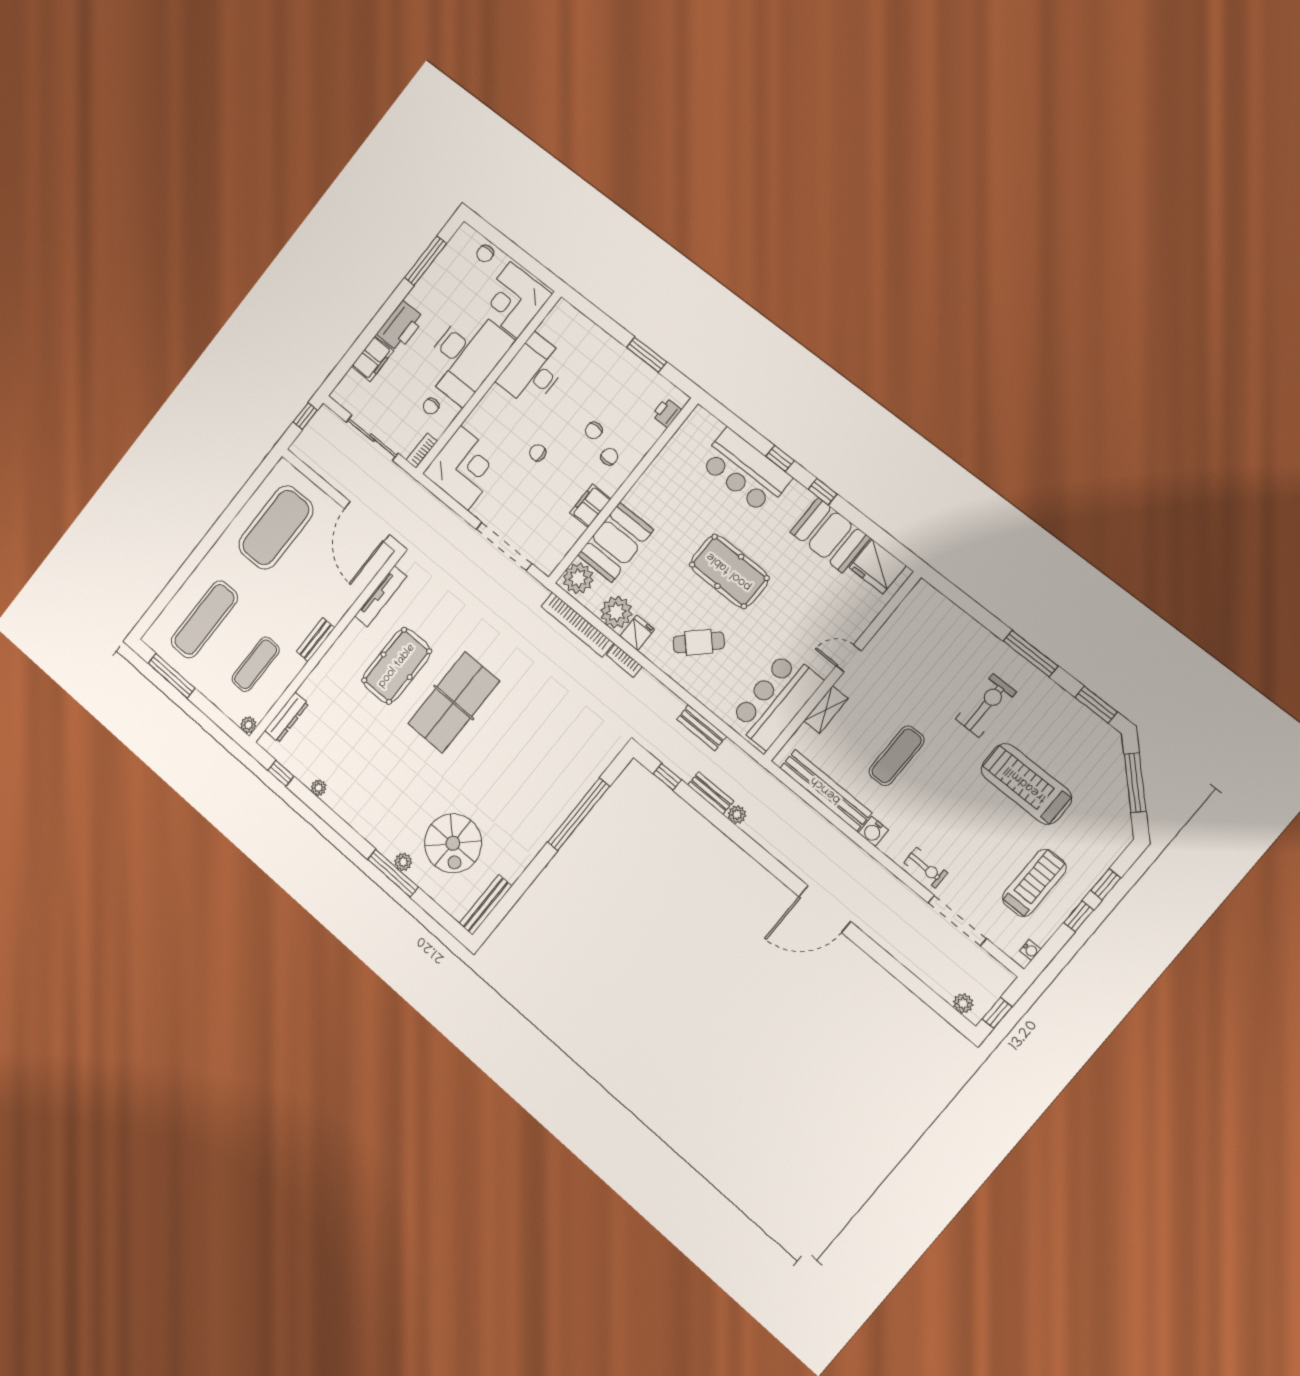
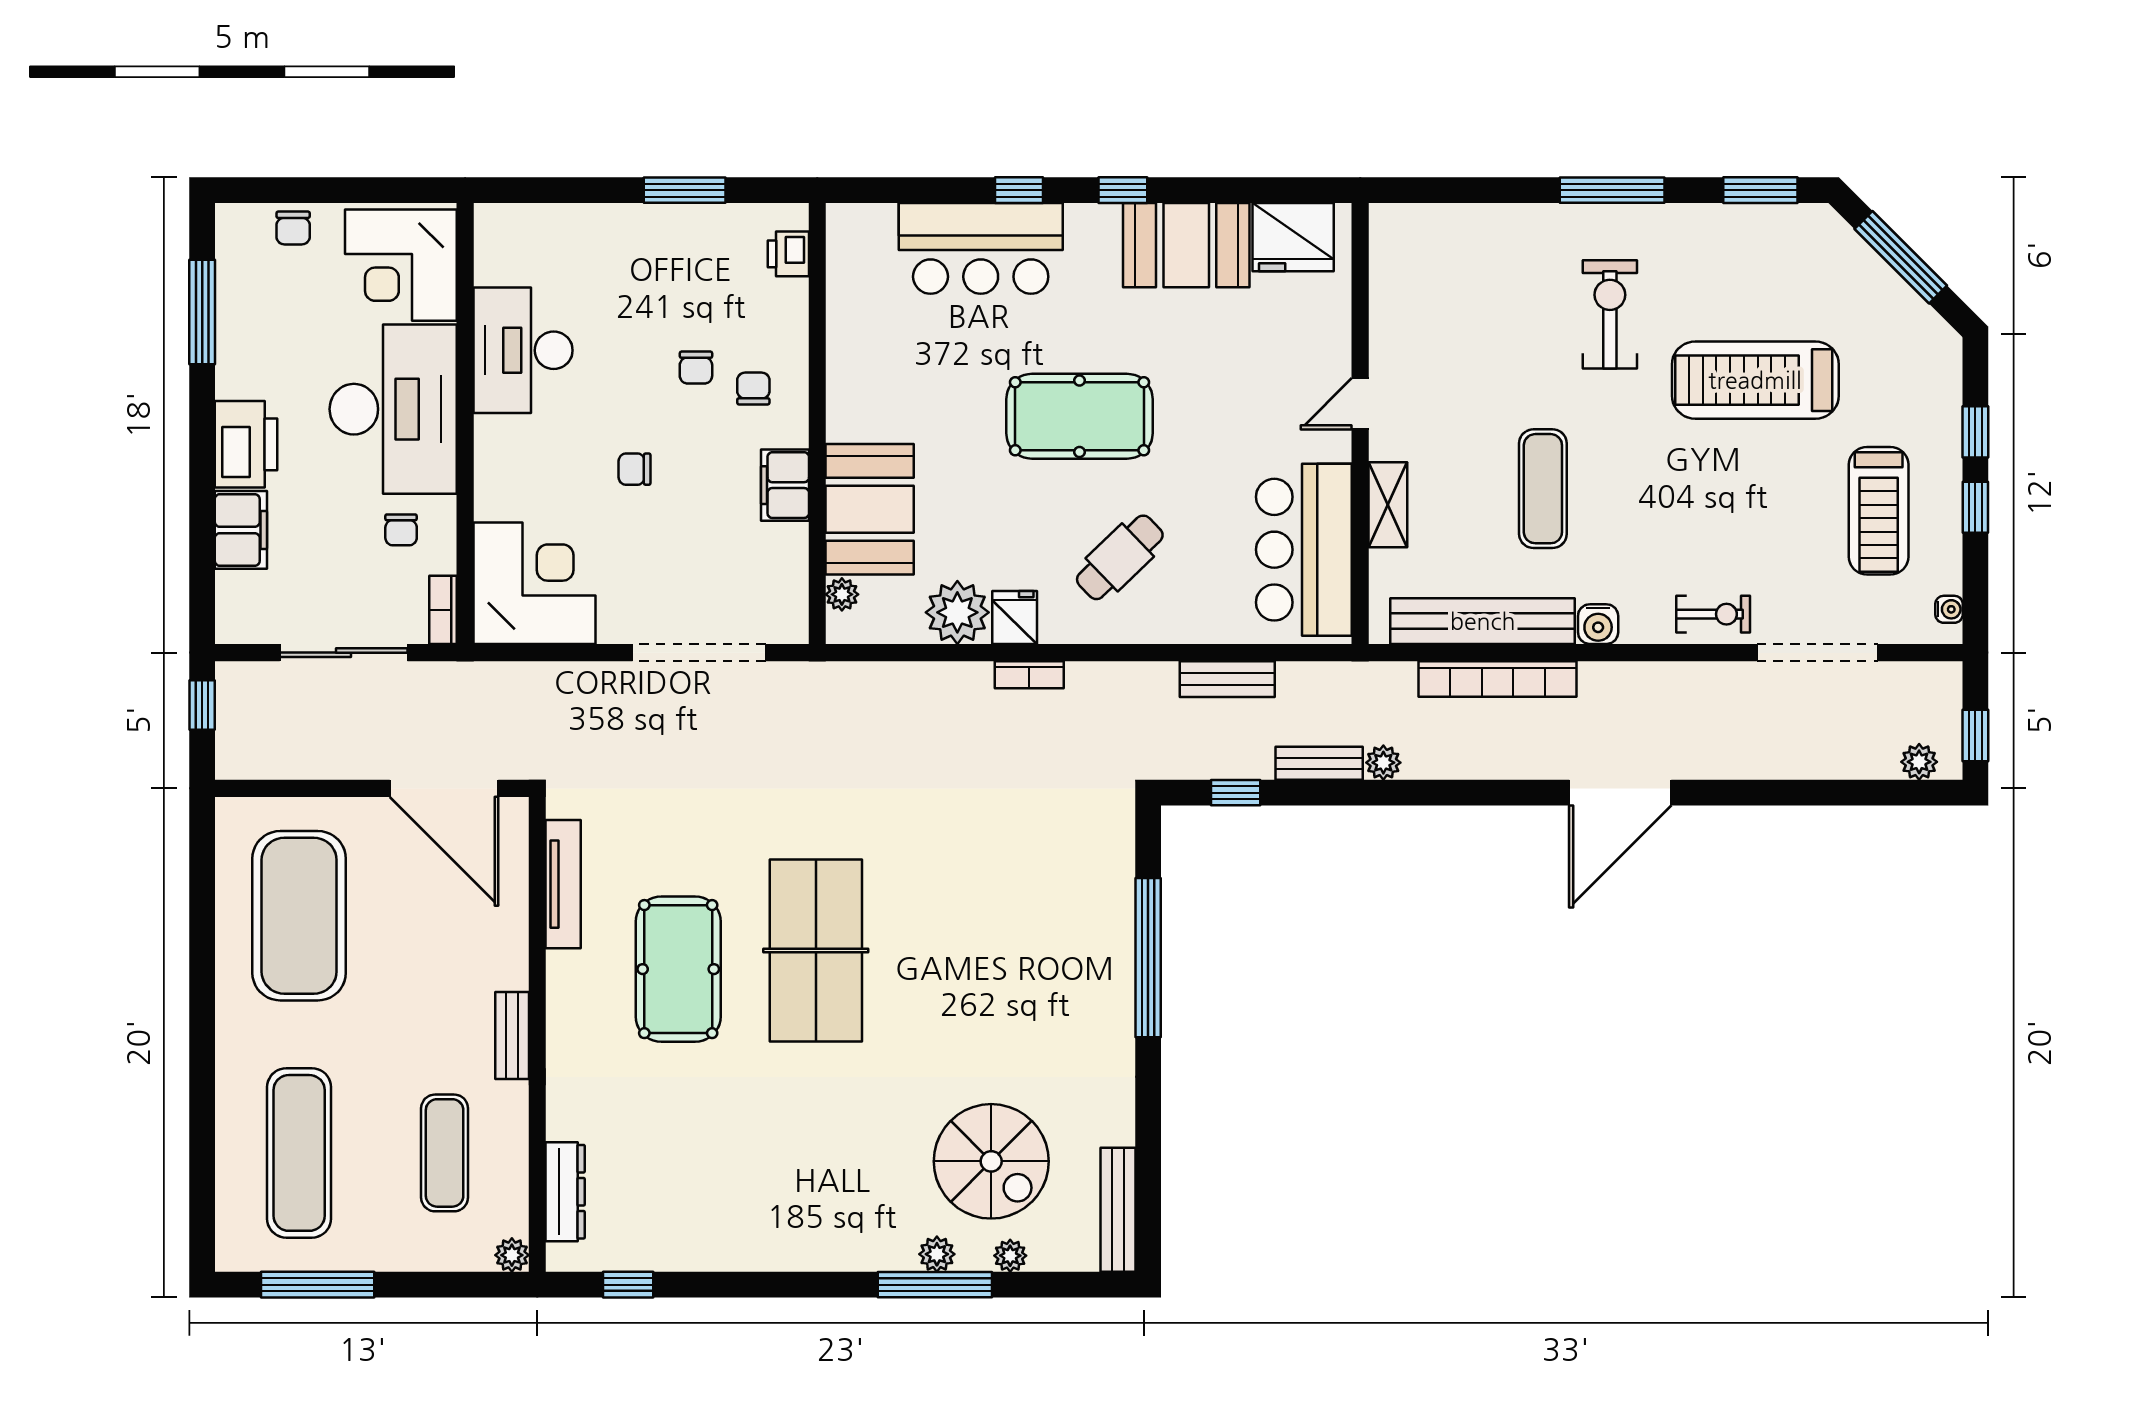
plant: (578, 578) -> (842, 594), width x0.53, depth x0.53
bookcase: (577, 625) -> (1498, 679), moved
plant: (319, 788) -> (1010, 1256), moved
treadmill: (1034, 883) -> (1879, 511), turned 180

